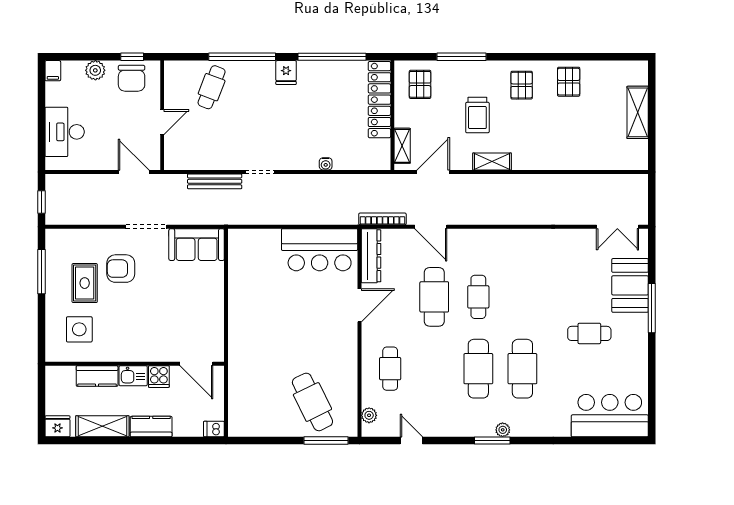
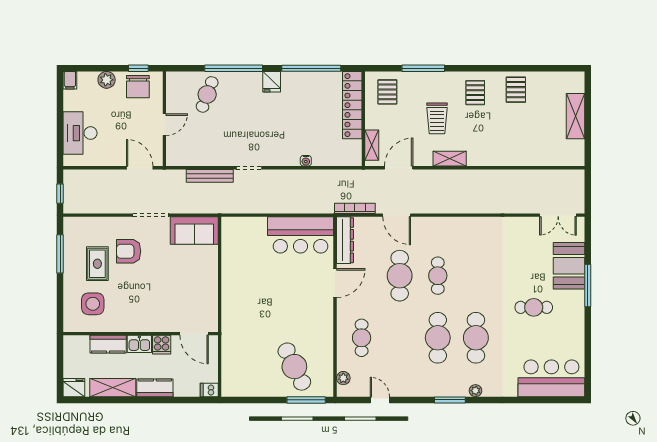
plant: (503, 430) -> (476, 391), moved

